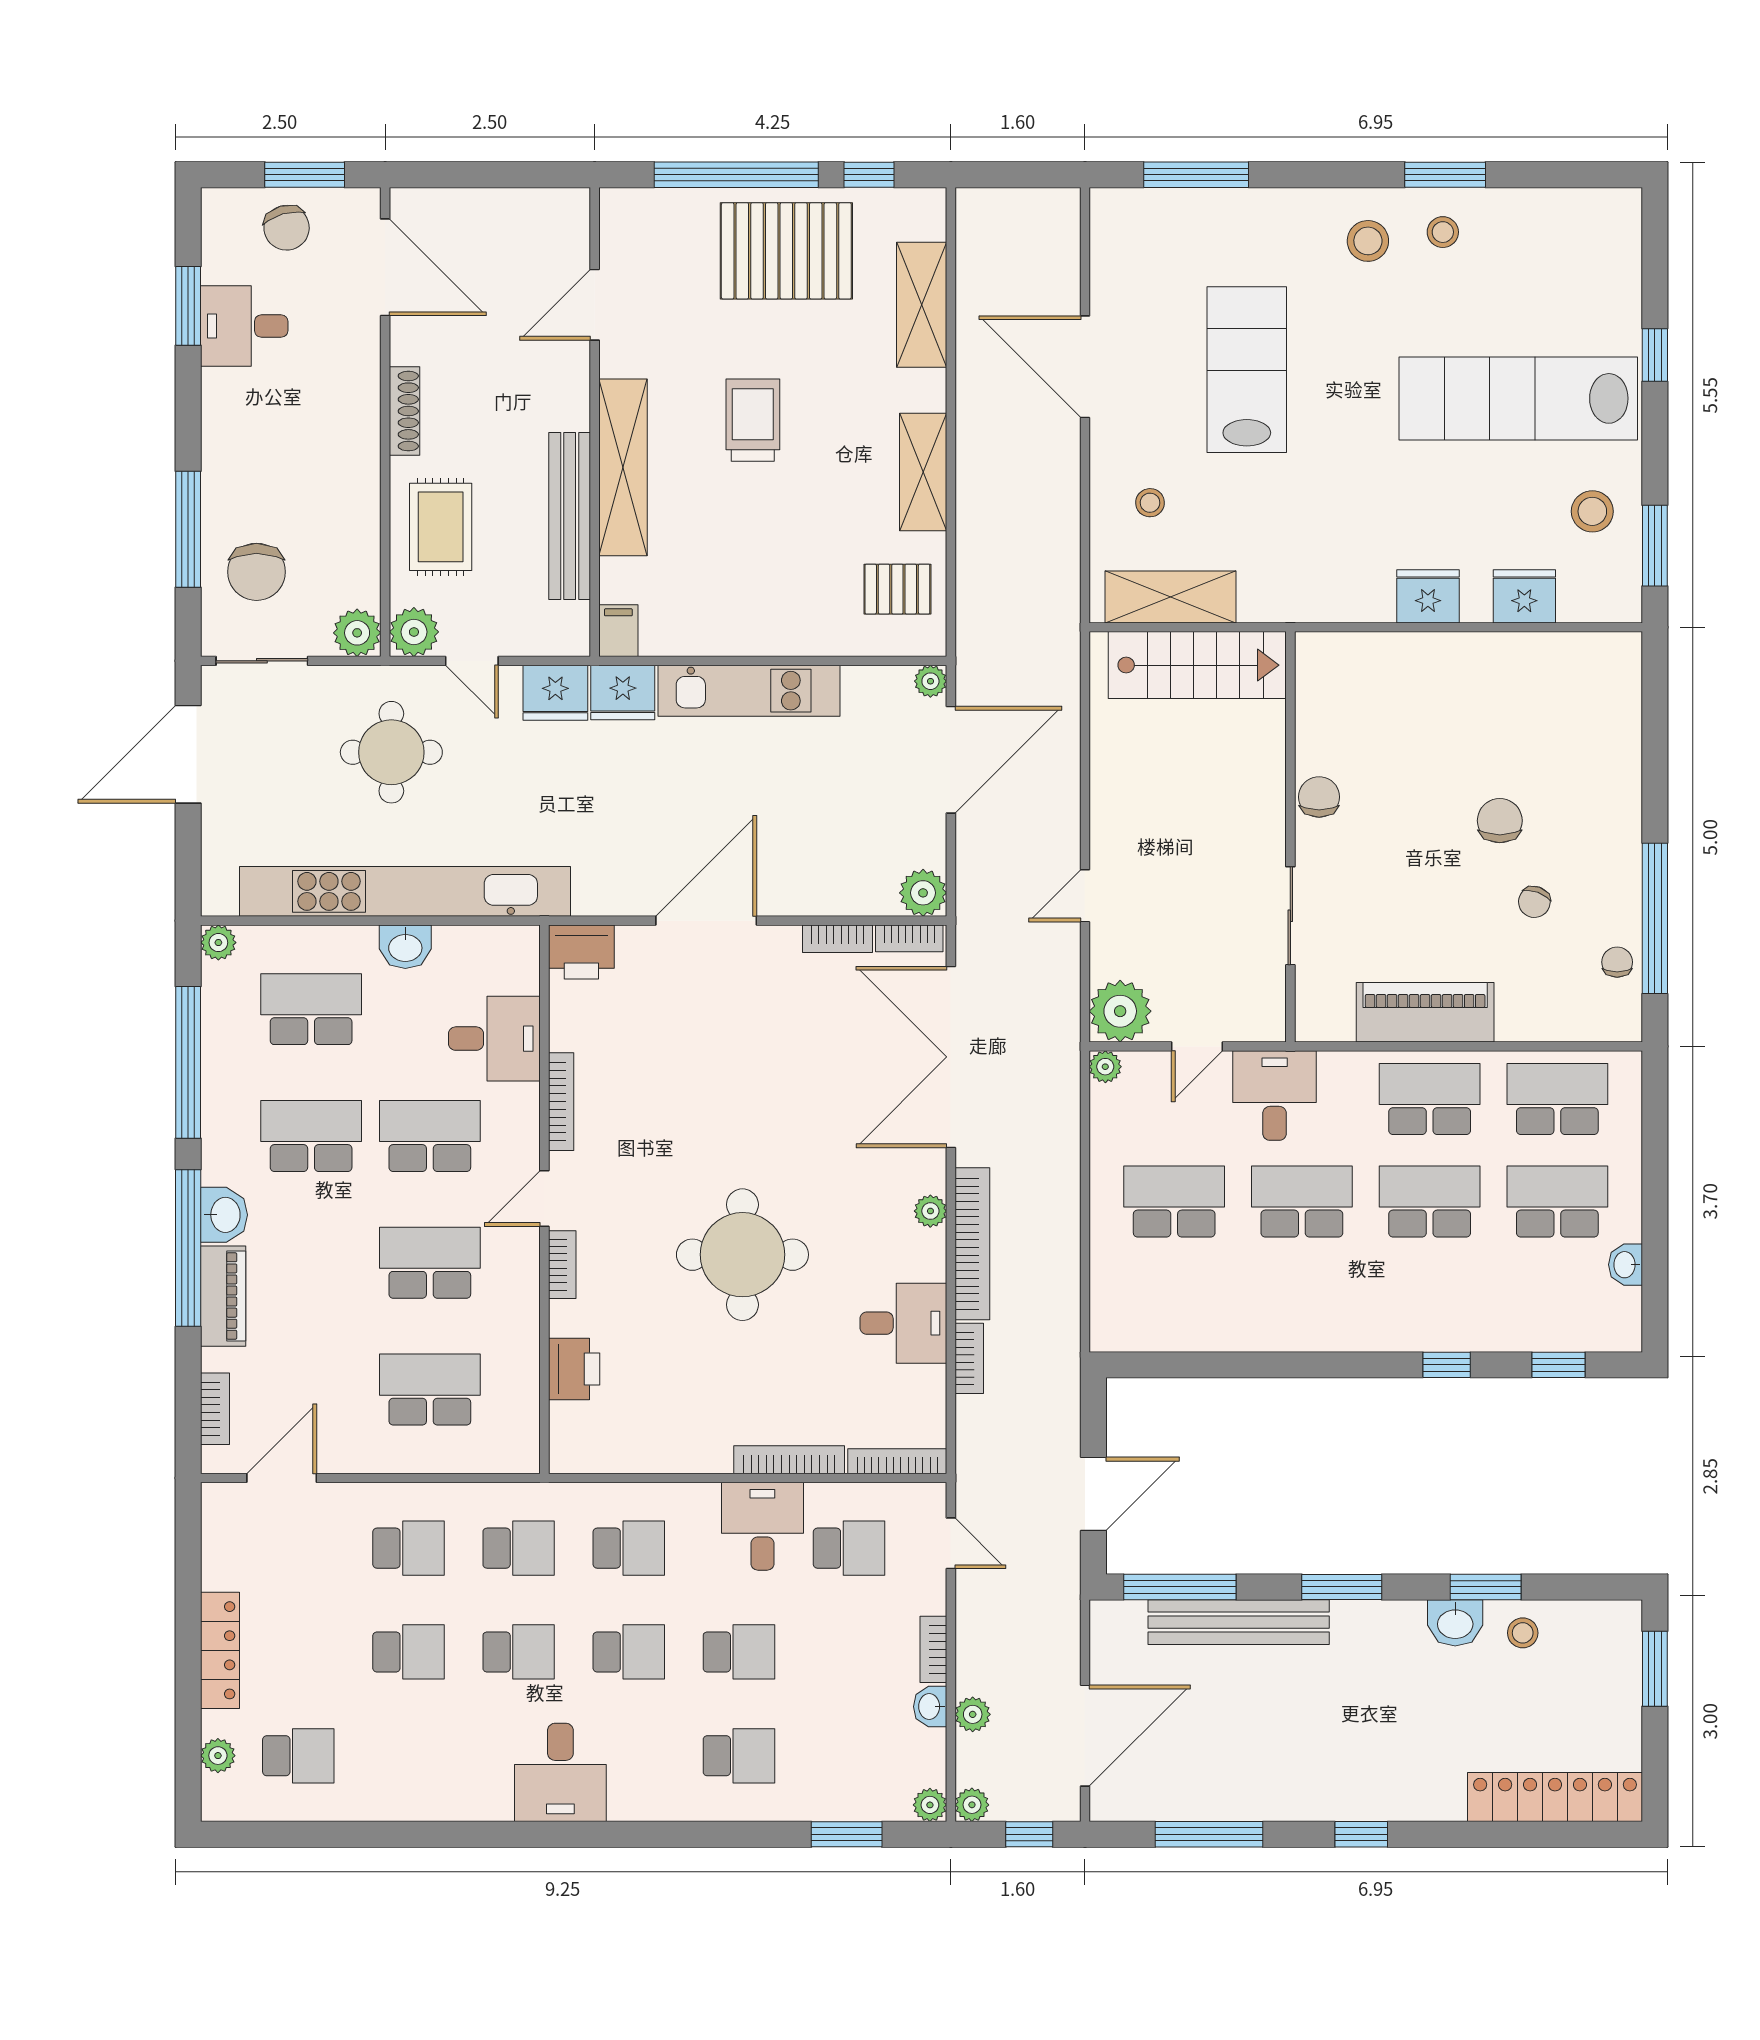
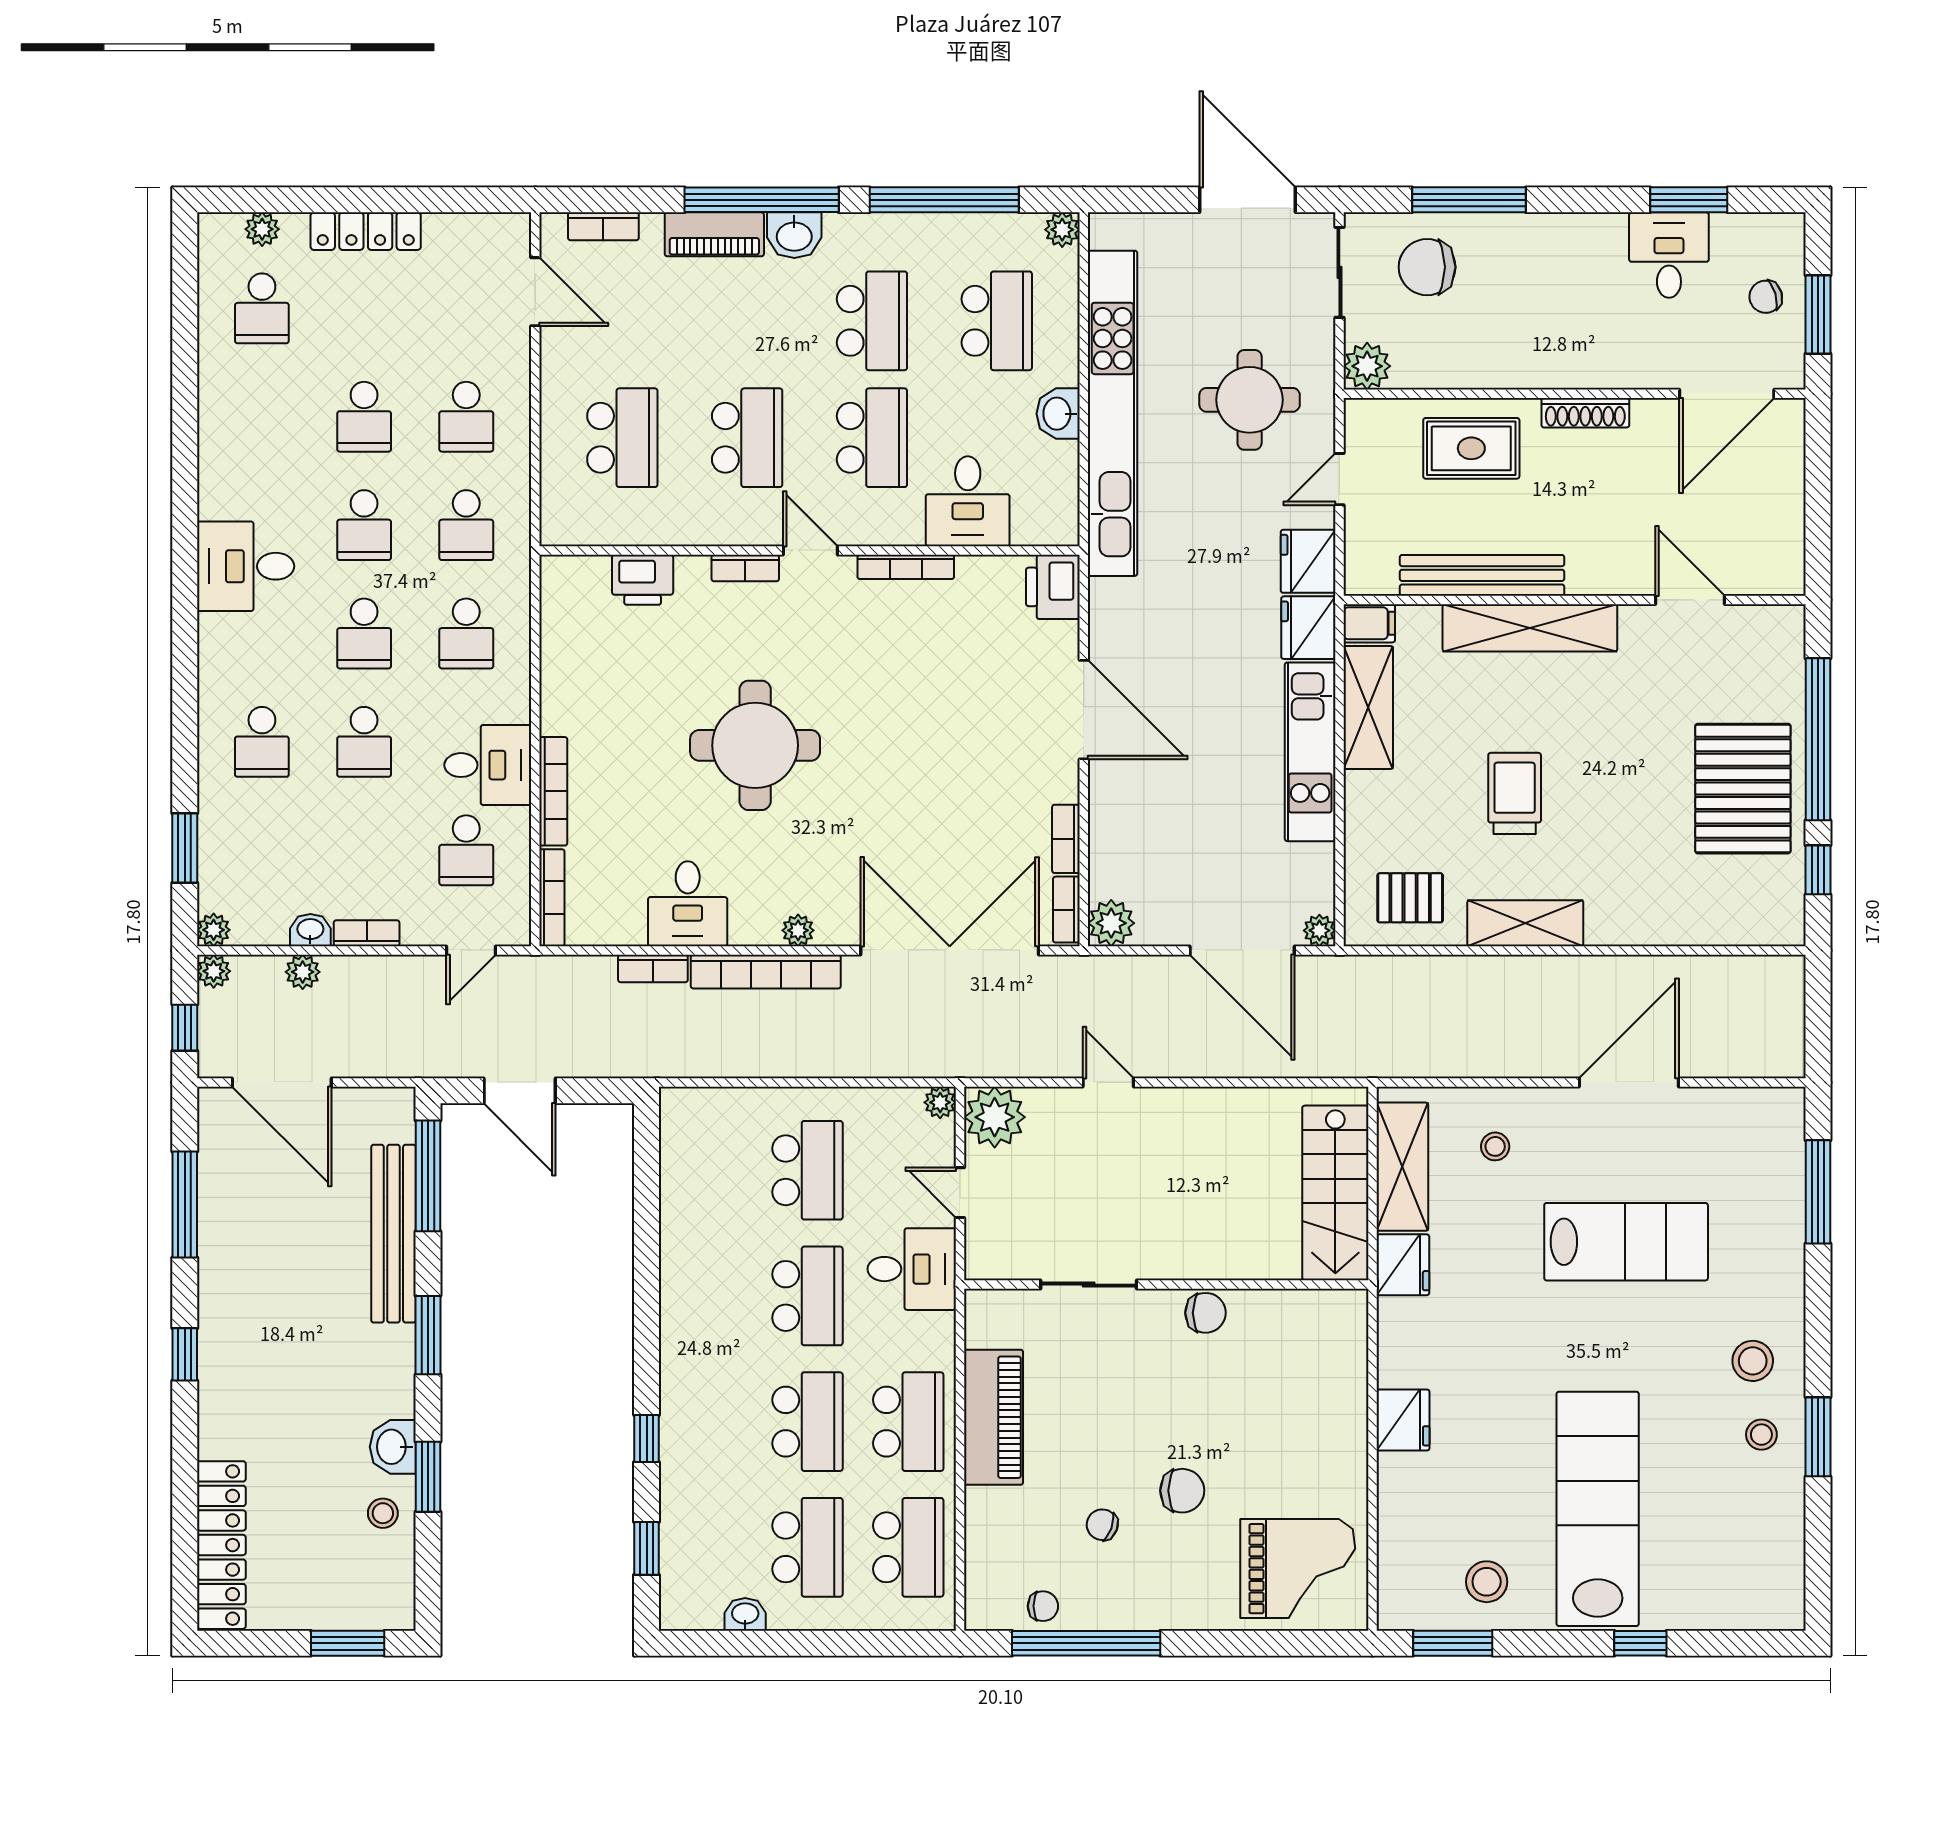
chair: (287, 228) -> (1766, 297), width x0.73, depth x0.73
shelving: (922, 305) -> (1368, 707), moved, turned 90
trolley: (753, 420) -> (1515, 793), moved, turned -90
pallet: (897, 589) -> (1410, 898), turned 90
fridge: (1524, 596) -> (1403, 1265), moved
plant: (414, 632) -> (1368, 422), removed
grand piano: (1579, 703) -> (1298, 1569), added

